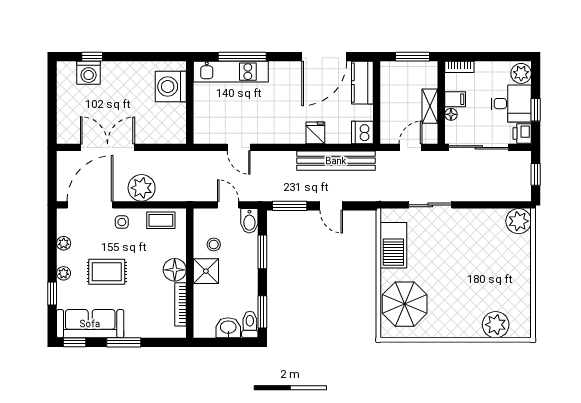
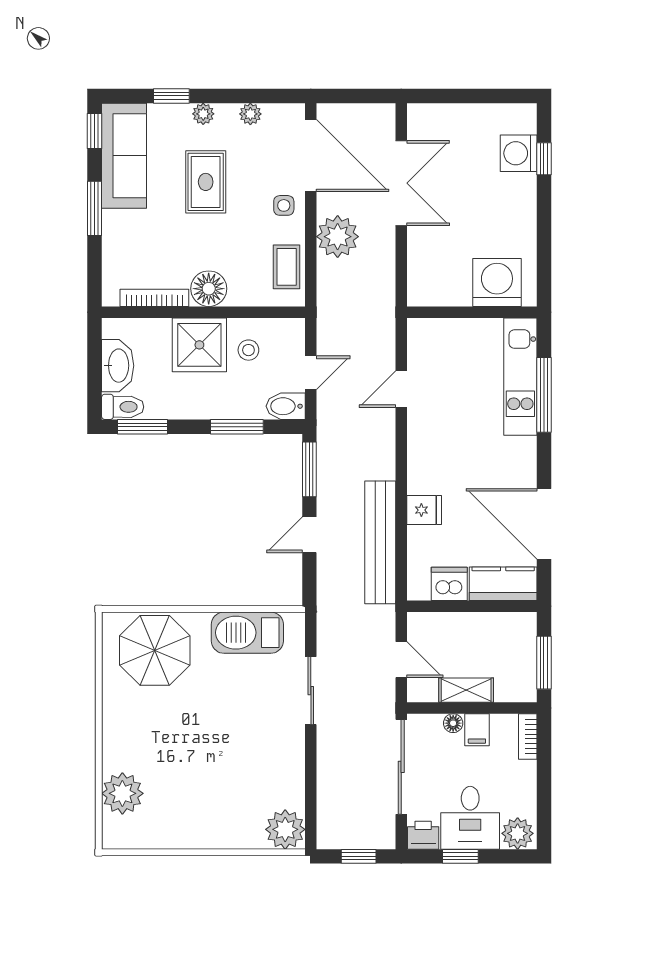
dishwasher: (362, 132) -> (449, 584), moved
shower: (206, 271) -> (199, 345), width x1.36, depth x1.36
washbasin: (228, 328) -> (118, 366), width x1.38

